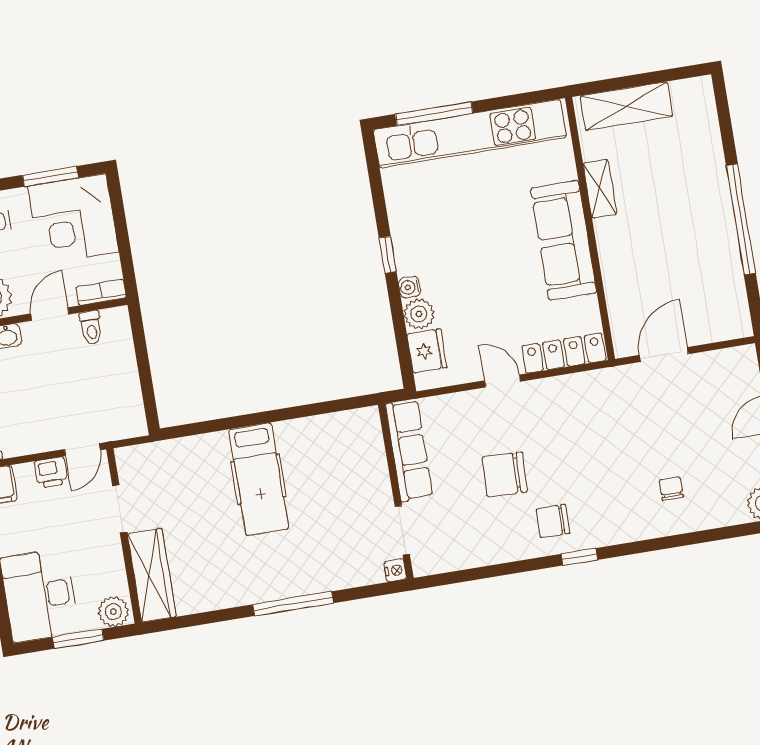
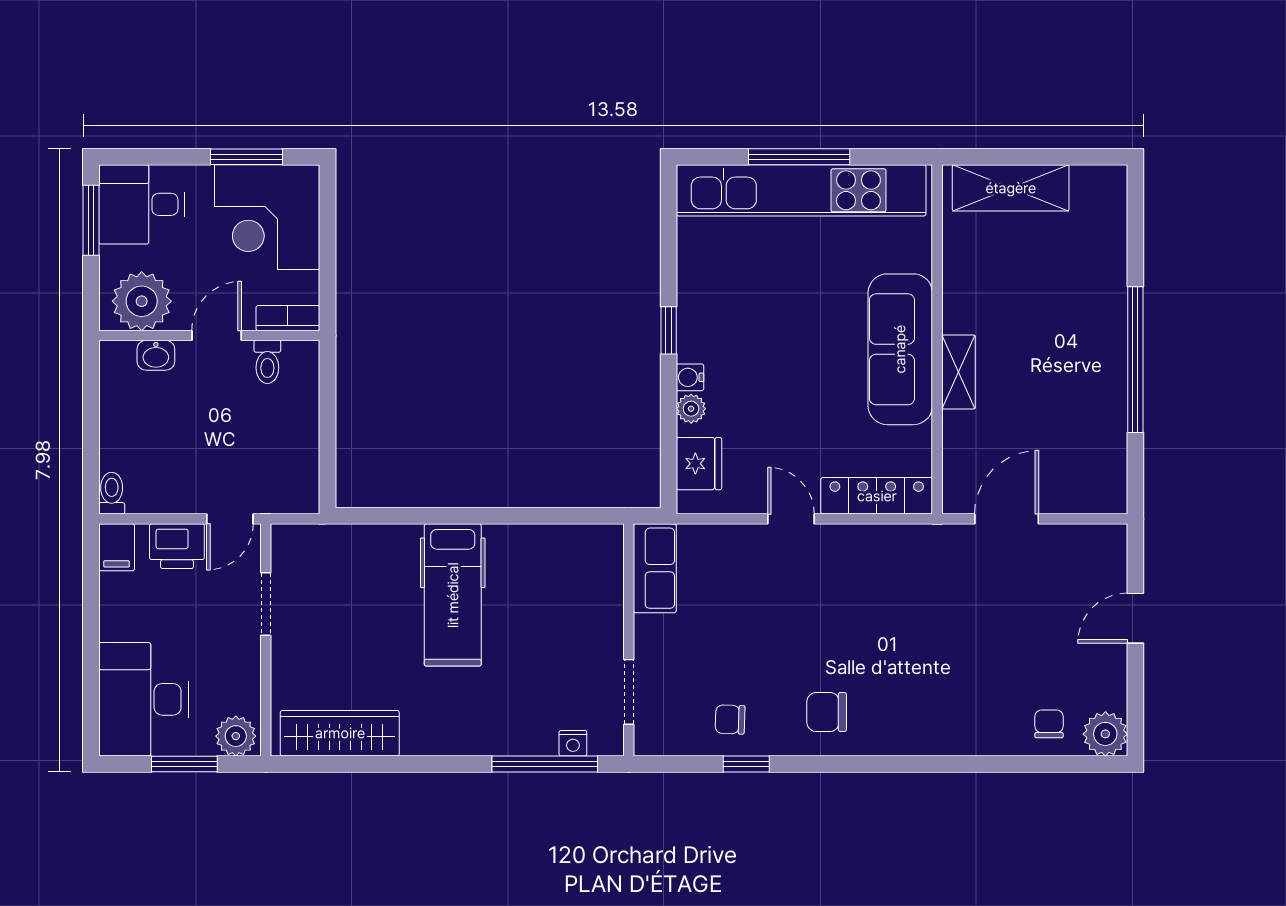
window: (434, 114) -> (799, 157), moved
shelving: (600, 189) -> (958, 372), moved
plant: (419, 314) -> (691, 409), width x0.73, depth x0.73
row of seats: (409, 450) -> (655, 568), width x0.68
printer: (51, 472) -> (177, 546), width x1.36, depth x1.24
chair: (505, 474) -> (730, 719), moved, width x0.54, depth x0.54
chair: (671, 488) -> (1049, 724), moved
window: (579, 557) -> (746, 764), moved
nightstand: (395, 570) -> (573, 743), moved, turned 90
wardrobe: (152, 575) -> (340, 733), moved, turned -90
window: (293, 604) -> (545, 764), moved

